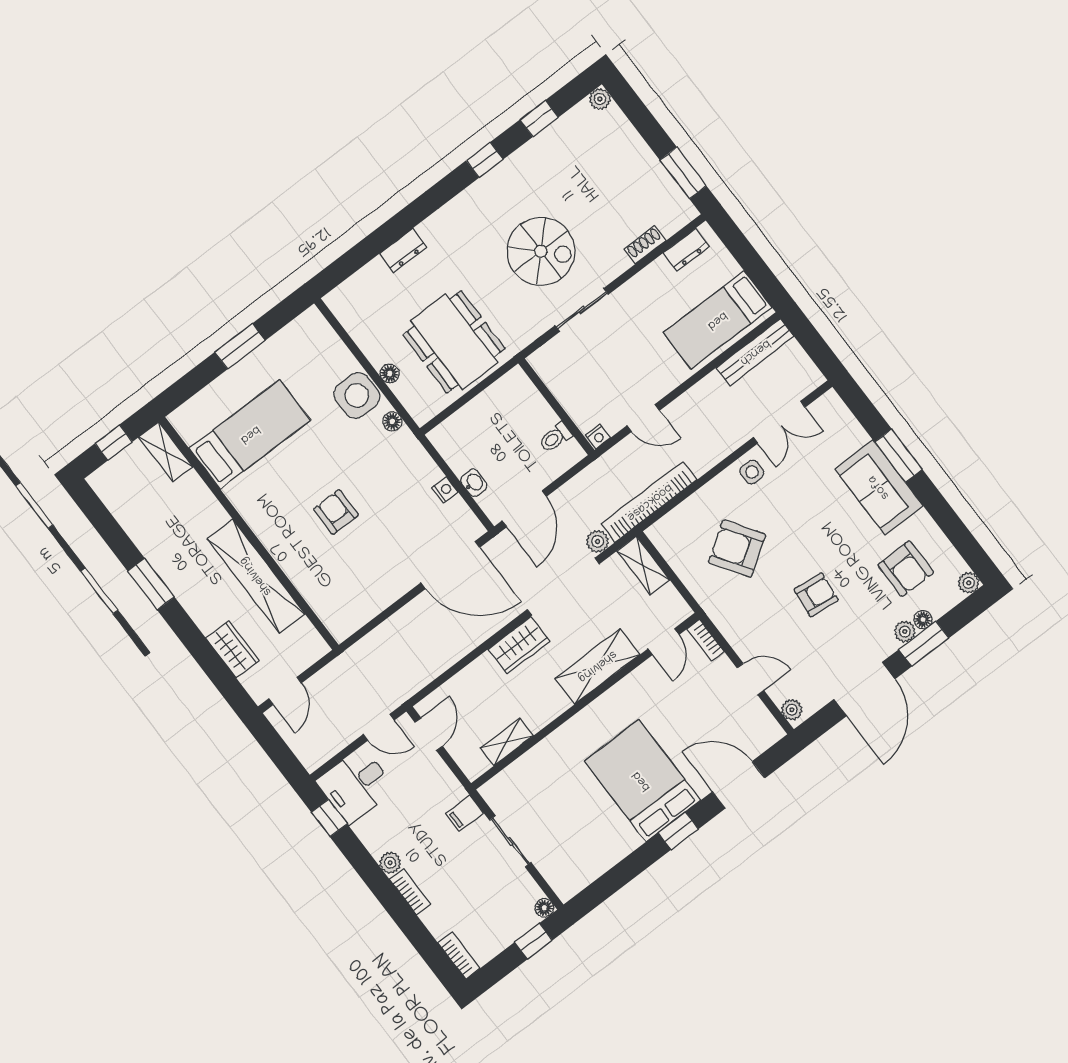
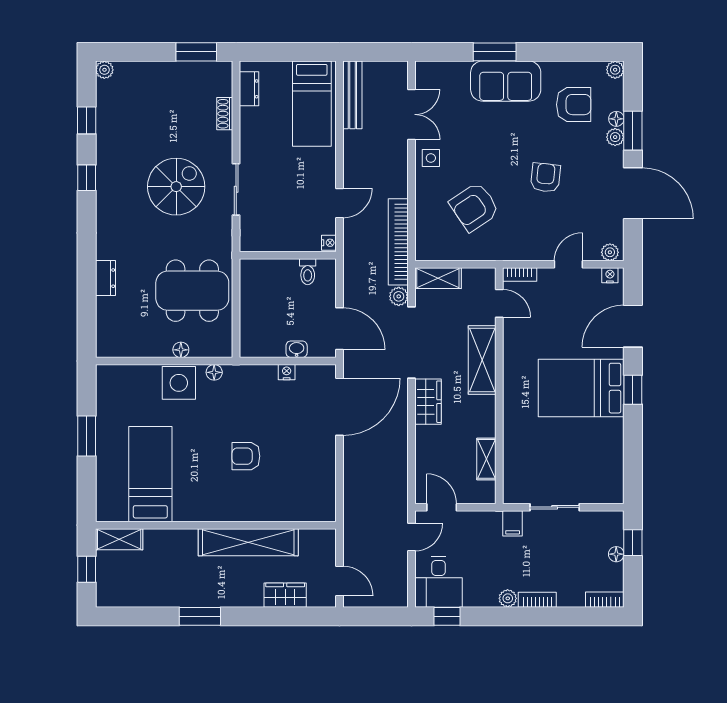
nightstand: (770, 726) -> (610, 275), added
floor lamp: (544, 908) -> (616, 554), moved

